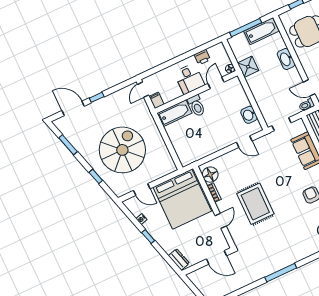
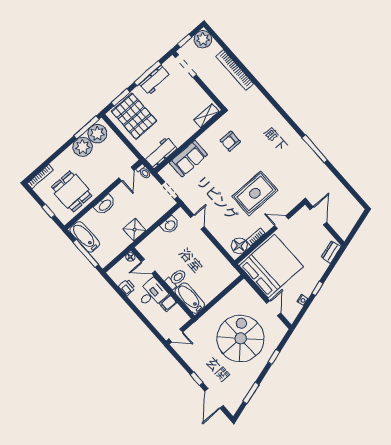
shower: (248, 67) -> (135, 230), moved
filing cabinet: (157, 100) -> (168, 303), moved
spiral stairs: (122, 150) -> (241, 338), turned 90

